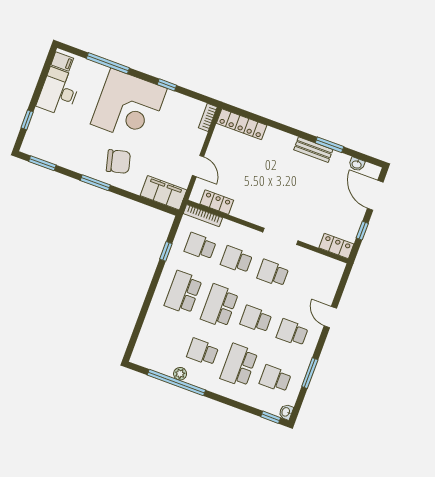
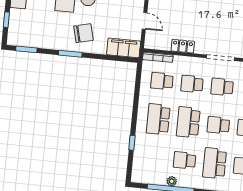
locker: (217, 202) -> (183, 46), moved
window: (166, 251) -> (132, 143), moved

